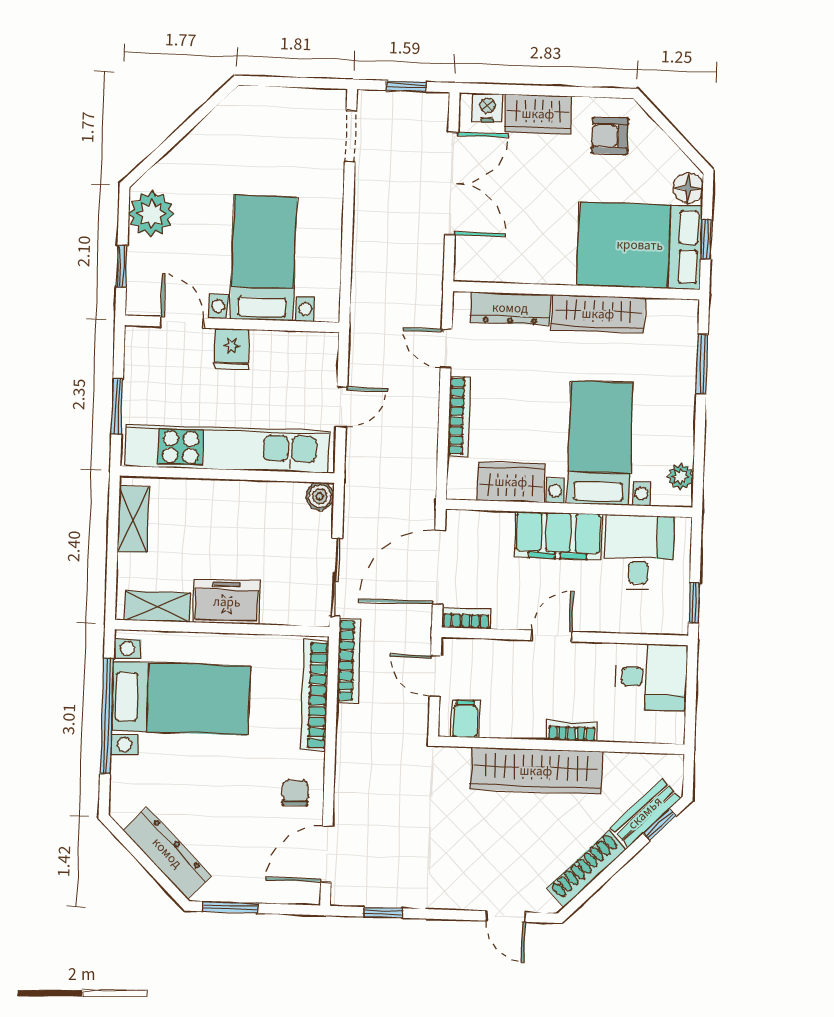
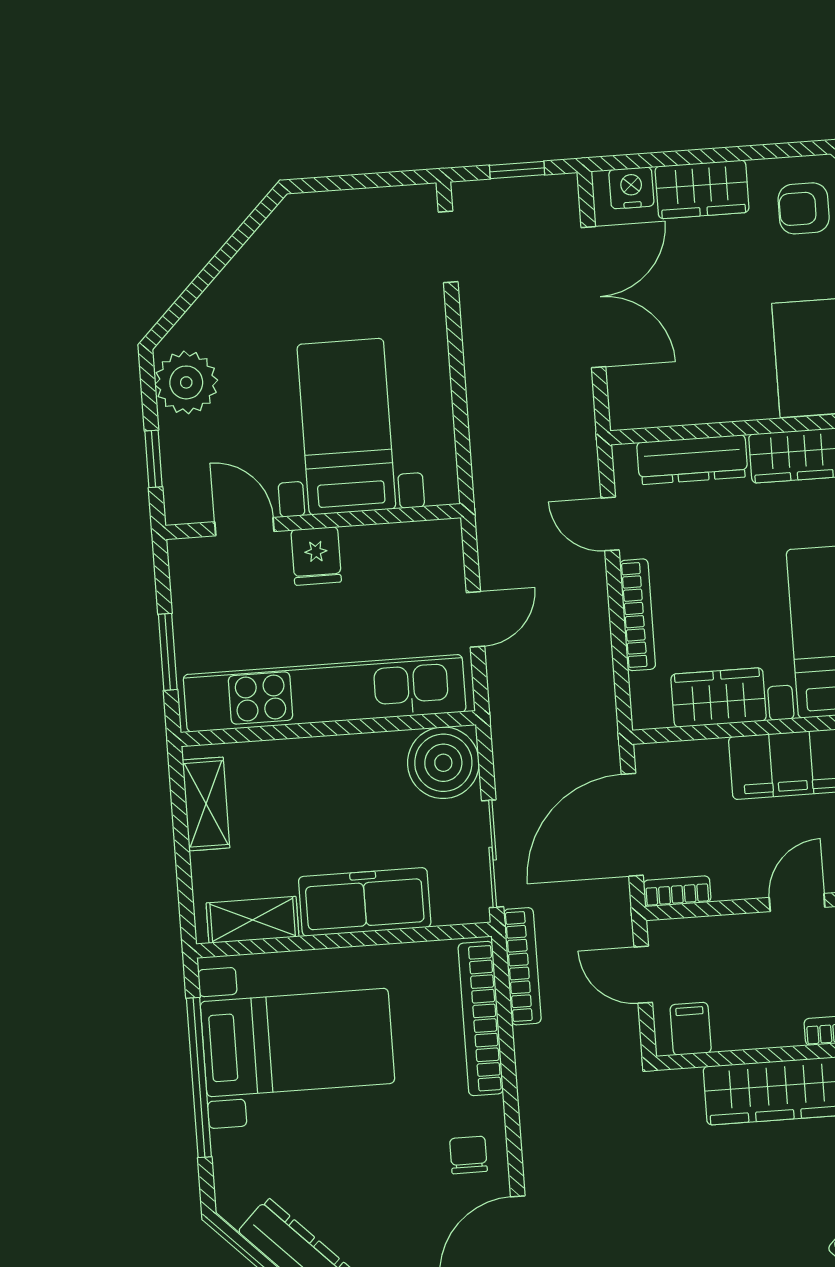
boiler: (320, 496) -> (443, 763), width x1.86, depth x1.86
freezer: (227, 602) -> (365, 902), width x1.40

